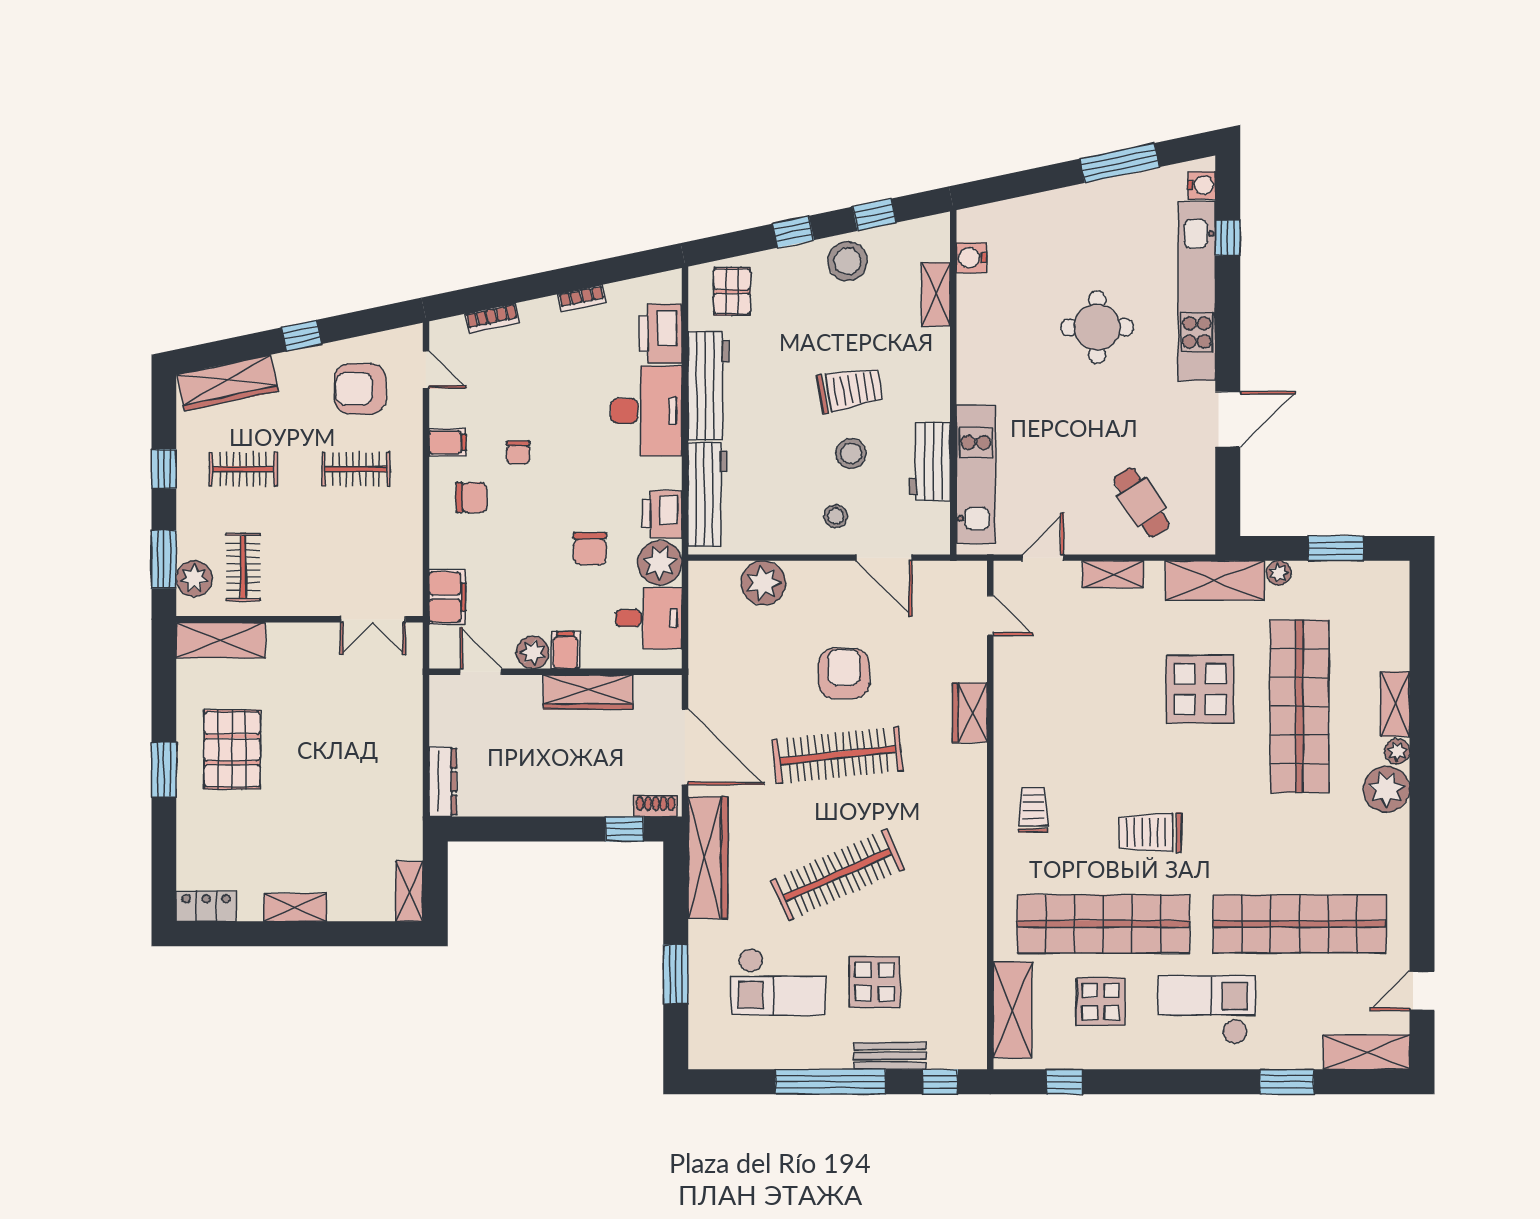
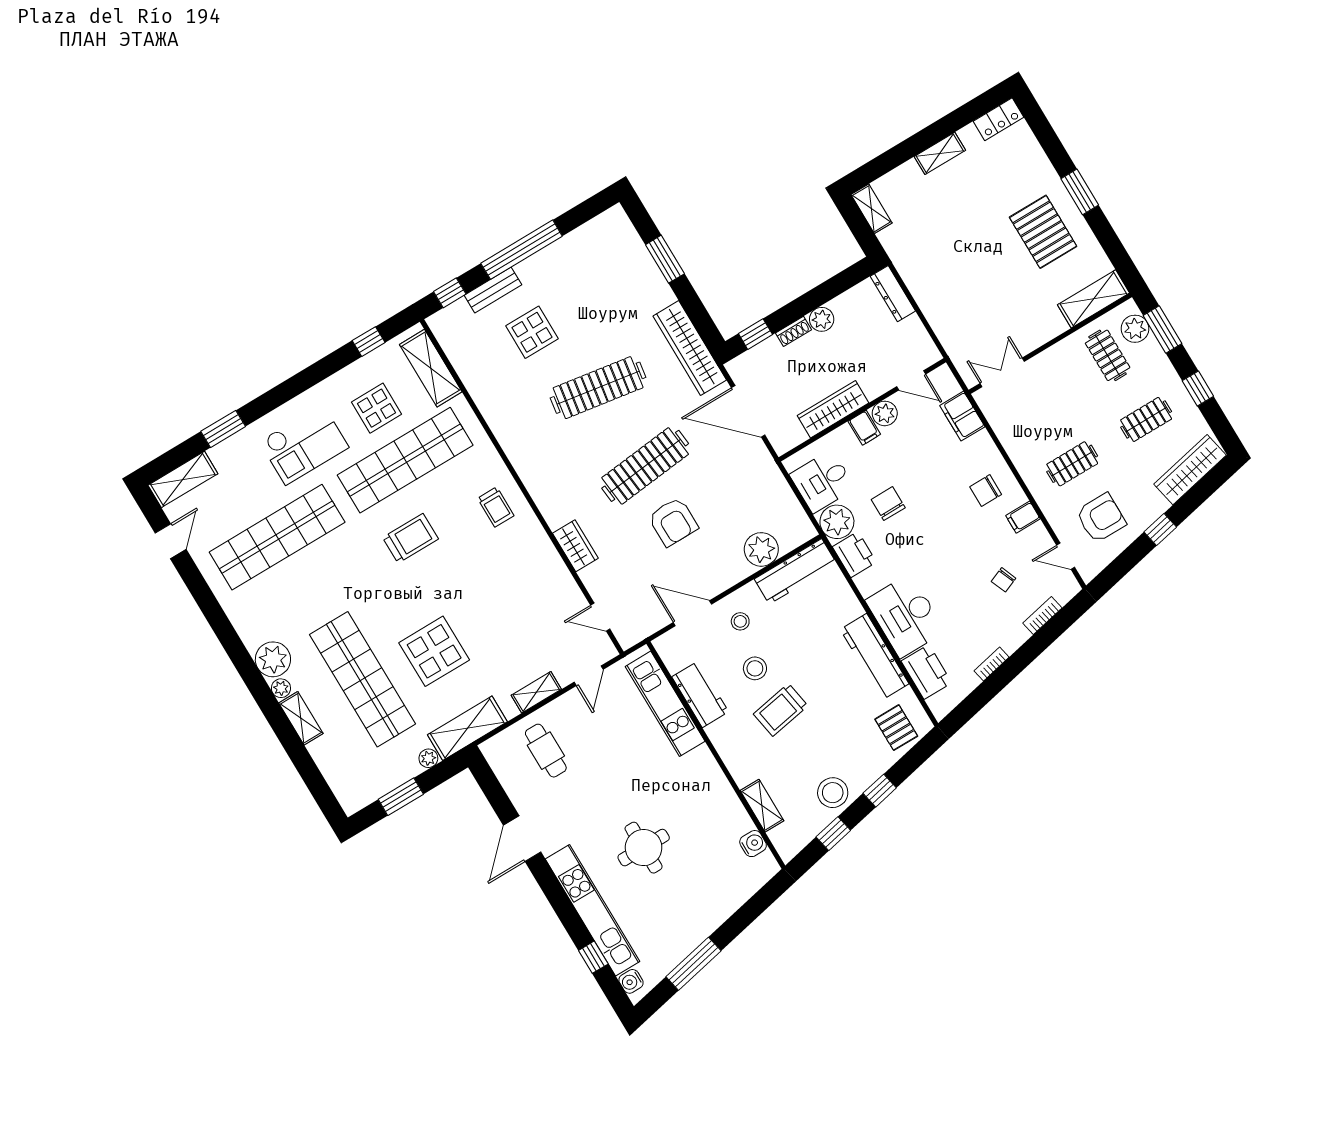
chair: (518, 452) -> (1004, 580), moved, turned -112
workbench: (707, 494) -> (796, 571), moved, turned -90
cafe table: (1142, 502) -> (546, 751), turned 33
plant: (540, 801) -> (822, 319), added
shoe rack: (656, 806) -> (794, 331), moved
clothes rail: (838, 875) -> (598, 388), turned 33
checkout: (778, 982) -> (595, 295), removed

